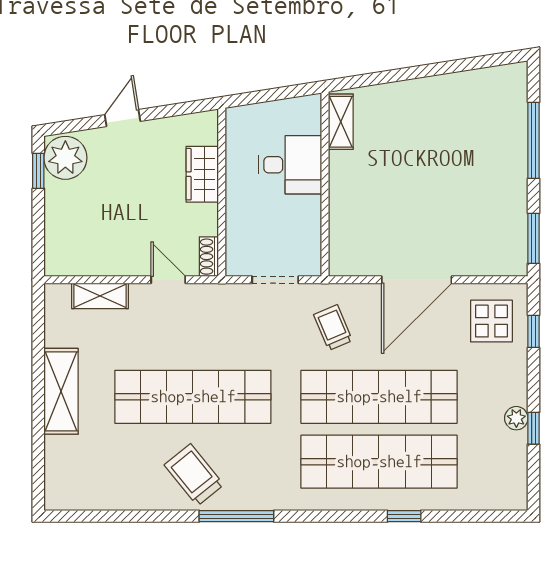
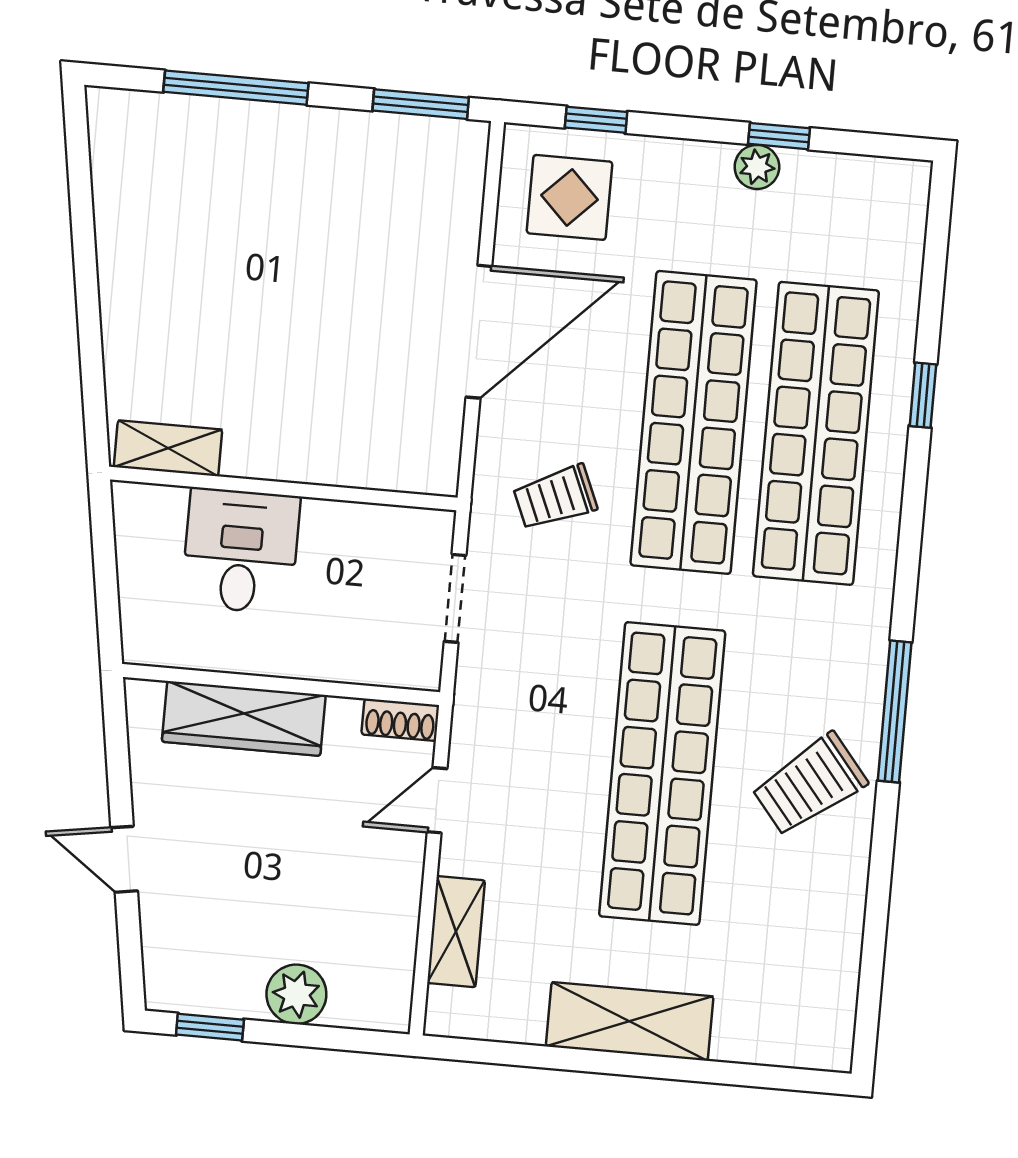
plant: (65, 158) -> (296, 994), moved, width x0.73, depth x0.73
wardrobe: (202, 174) -> (244, 718), width x1.50
door: (417, 280) -> (479, 332), hinge flipped

